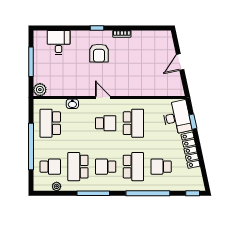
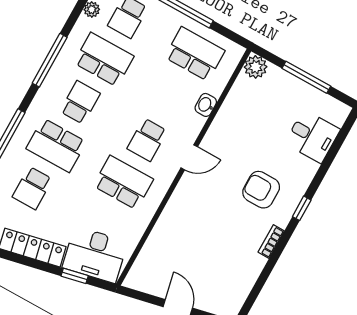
school desk: (133, 123) -> (123, 183), turned 180
school desk: (161, 167) -> (32, 188), turned 180

